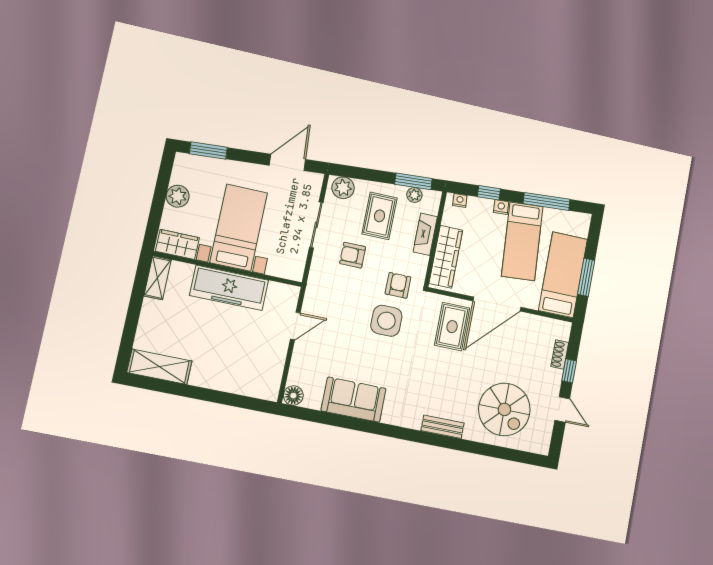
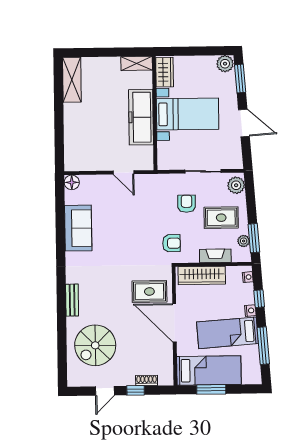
door: (287, 162) -> (244, 123), moved
plant: (178, 196) -> (225, 64), moved
side table: (386, 321) -> (143, 240), removed

